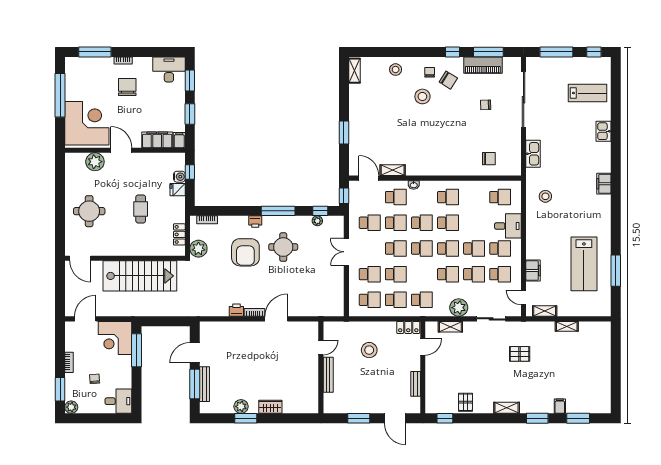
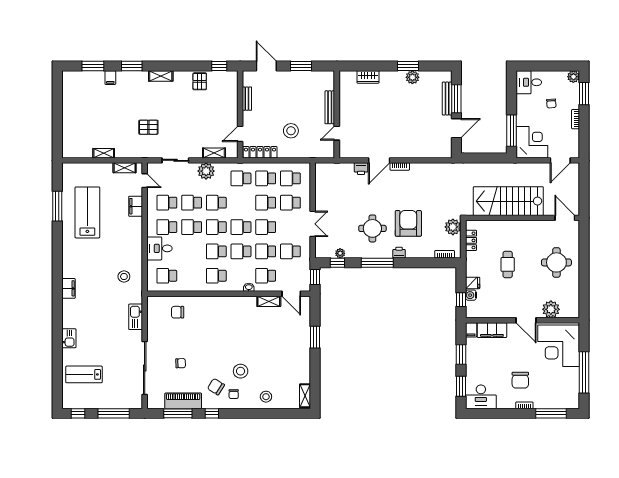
printer: (236, 310) -> (361, 169), moved
locker: (408, 327) -> (260, 152), width x1.53
wardrobe: (270, 407) -> (368, 77), moved

